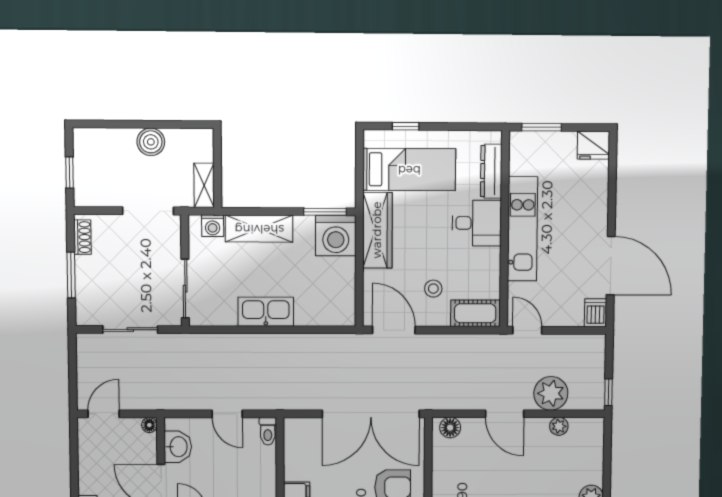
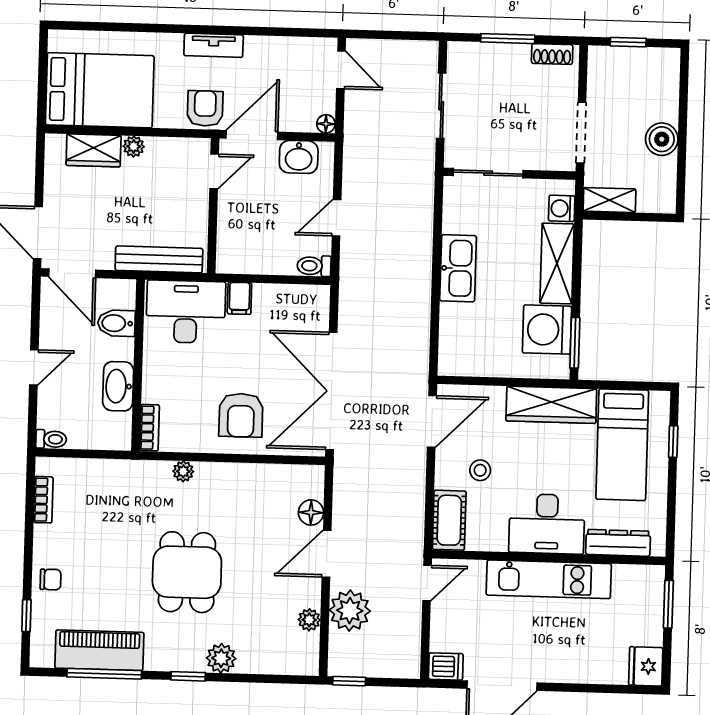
desk: (477, 223) -> (547, 524), width x1.37
washing machine: (336, 236) -> (547, 330), moved
floor lamp: (450, 428) -> (311, 512), moved

